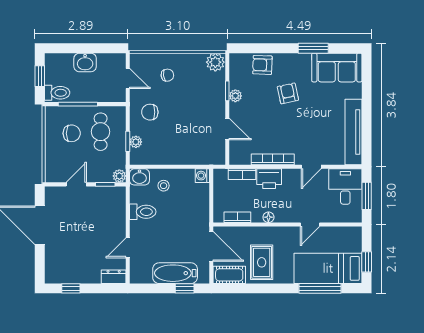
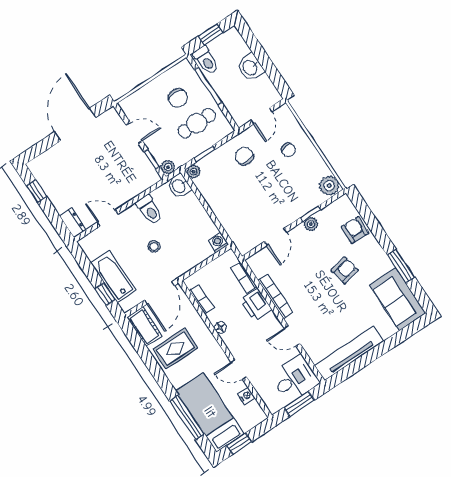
plant: (136, 142) -> (193, 172), moved
stool: (164, 186) -> (154, 246), moved
nightstand: (334, 232) -> (246, 396), added

